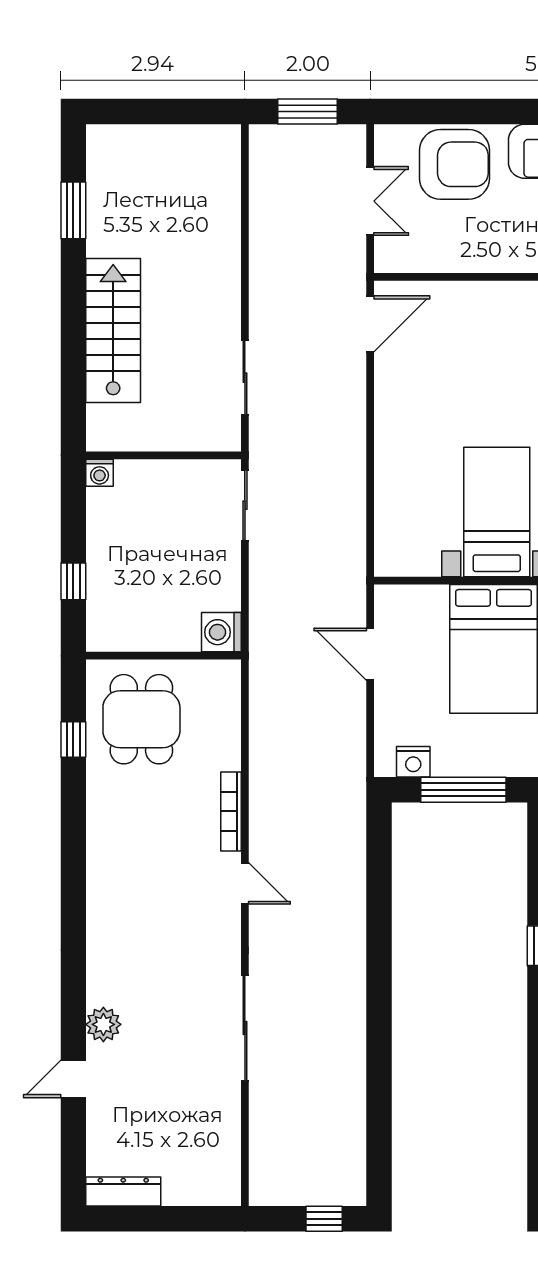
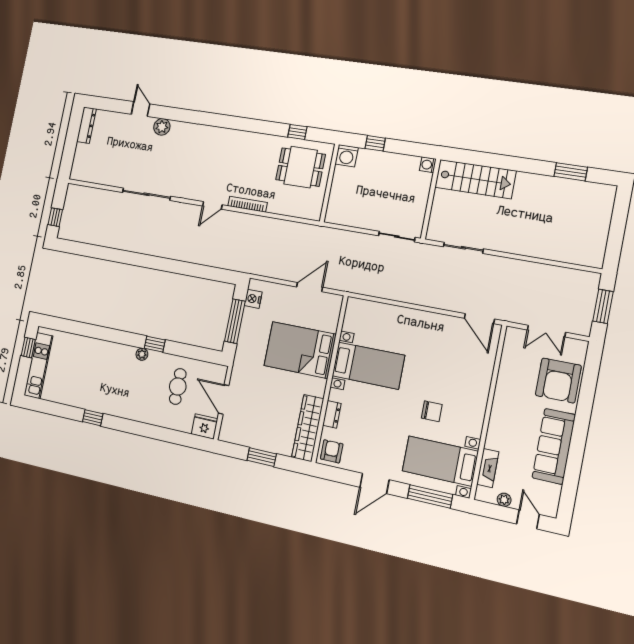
stairs: (113, 331) -> (475, 179), moved
washing machine: (221, 632) -> (347, 156), moved, turned 180

